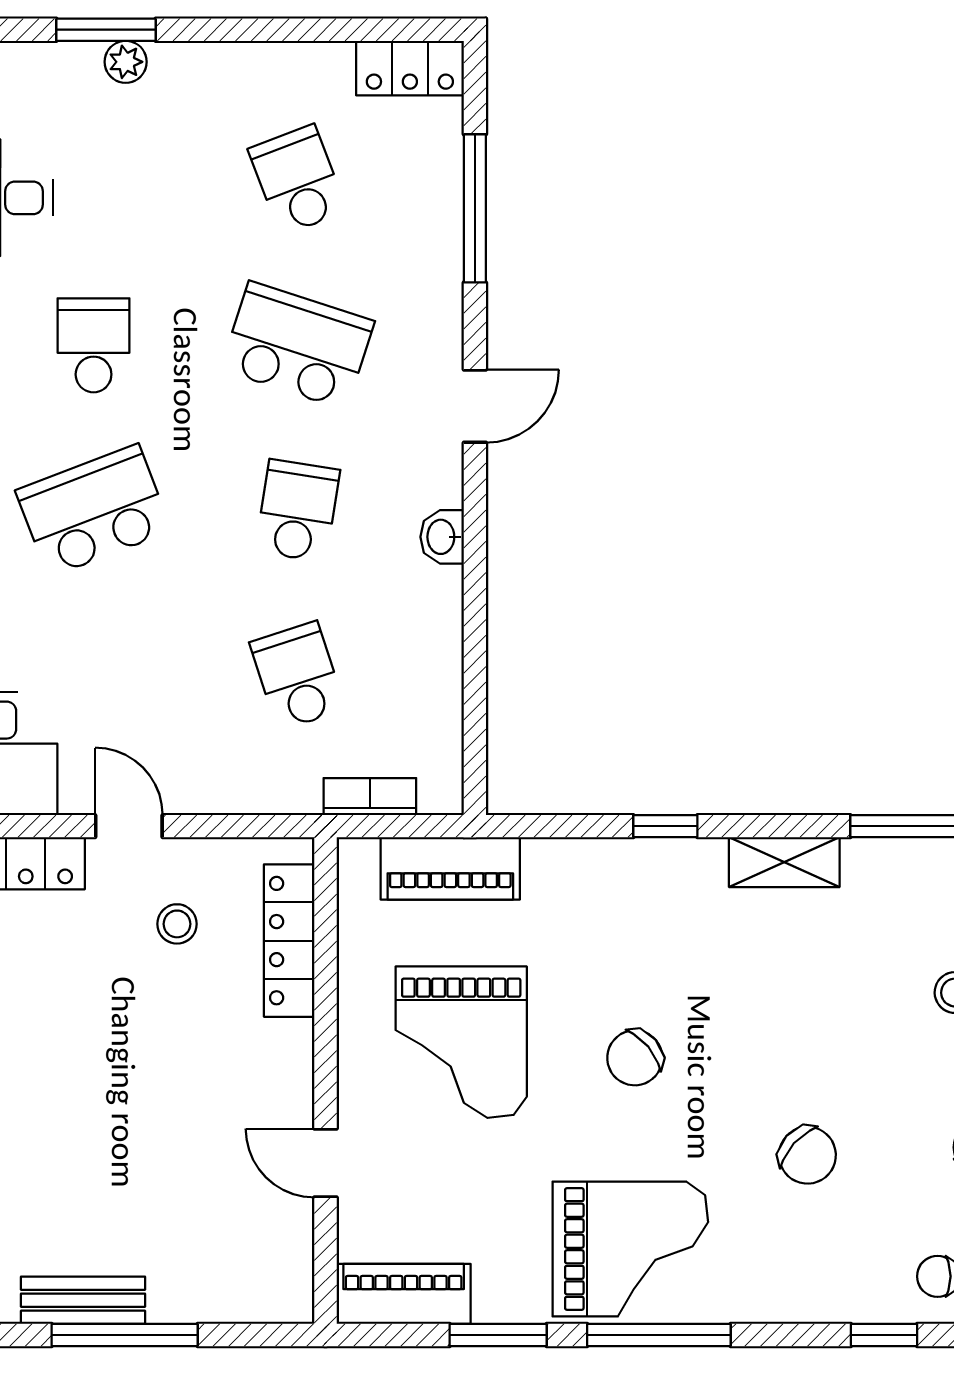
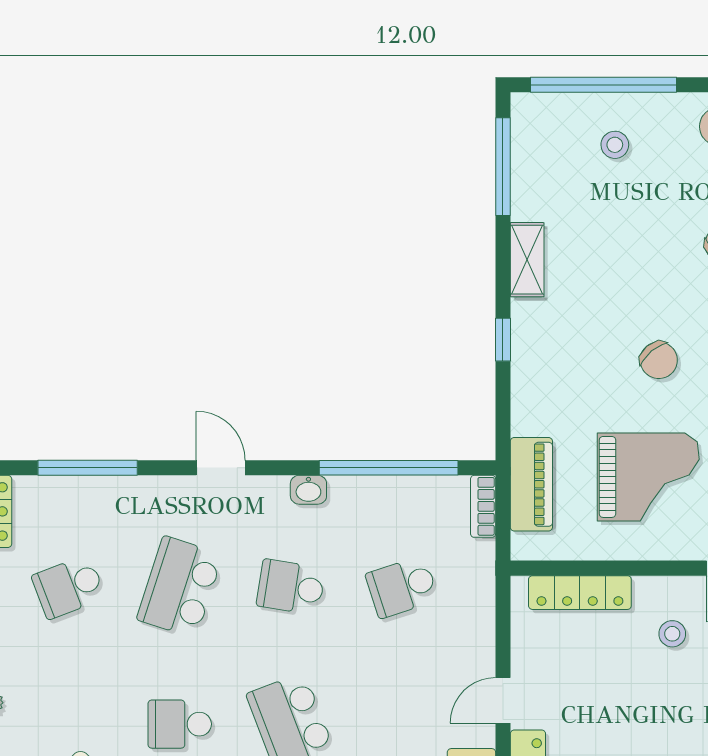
window: (475, 656) -> (389, 468), added
bookcase: (370, 797) -> (483, 506), moved
stool: (177, 924) -> (672, 634), moved

